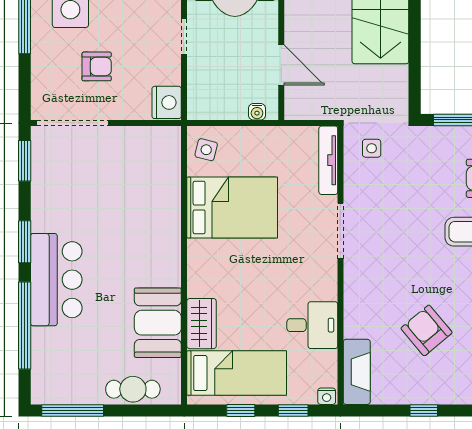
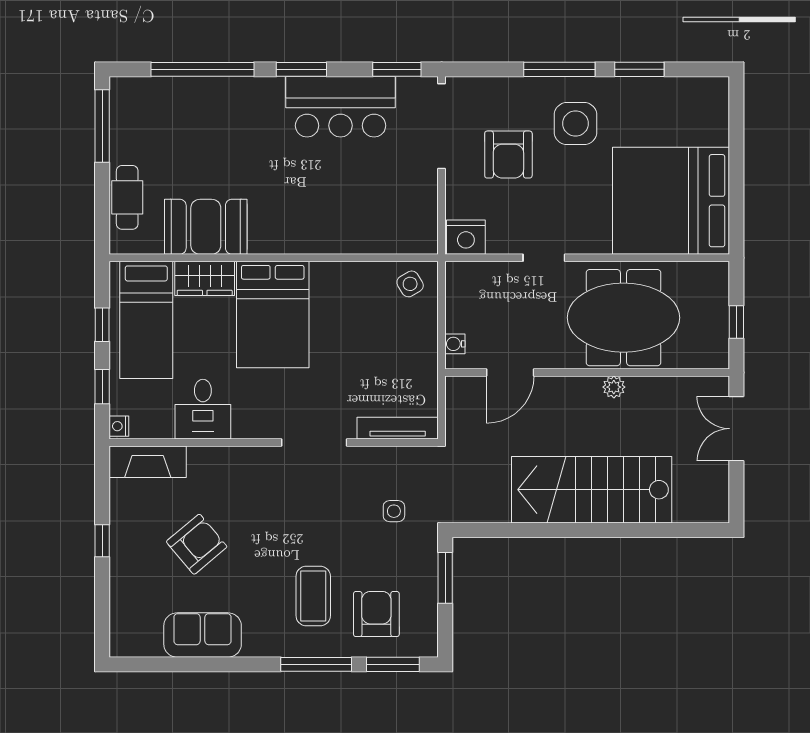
armchair: (97, 66) -> (508, 155), width x1.38, depth x1.38
side table: (372, 148) -> (394, 511), moved
side table: (206, 150) -> (410, 284), turned 45
bed: (232, 208) -> (273, 315), moved
bar counter: (56, 280) -> (341, 107), moved

